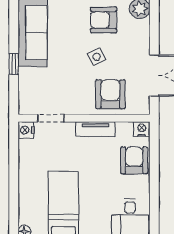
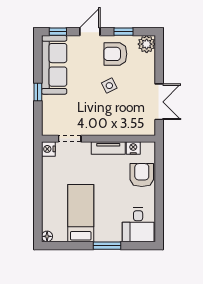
armchair: (110, 94) -> (121, 118), removed
nightstand: (142, 129) -> (133, 148), moved

